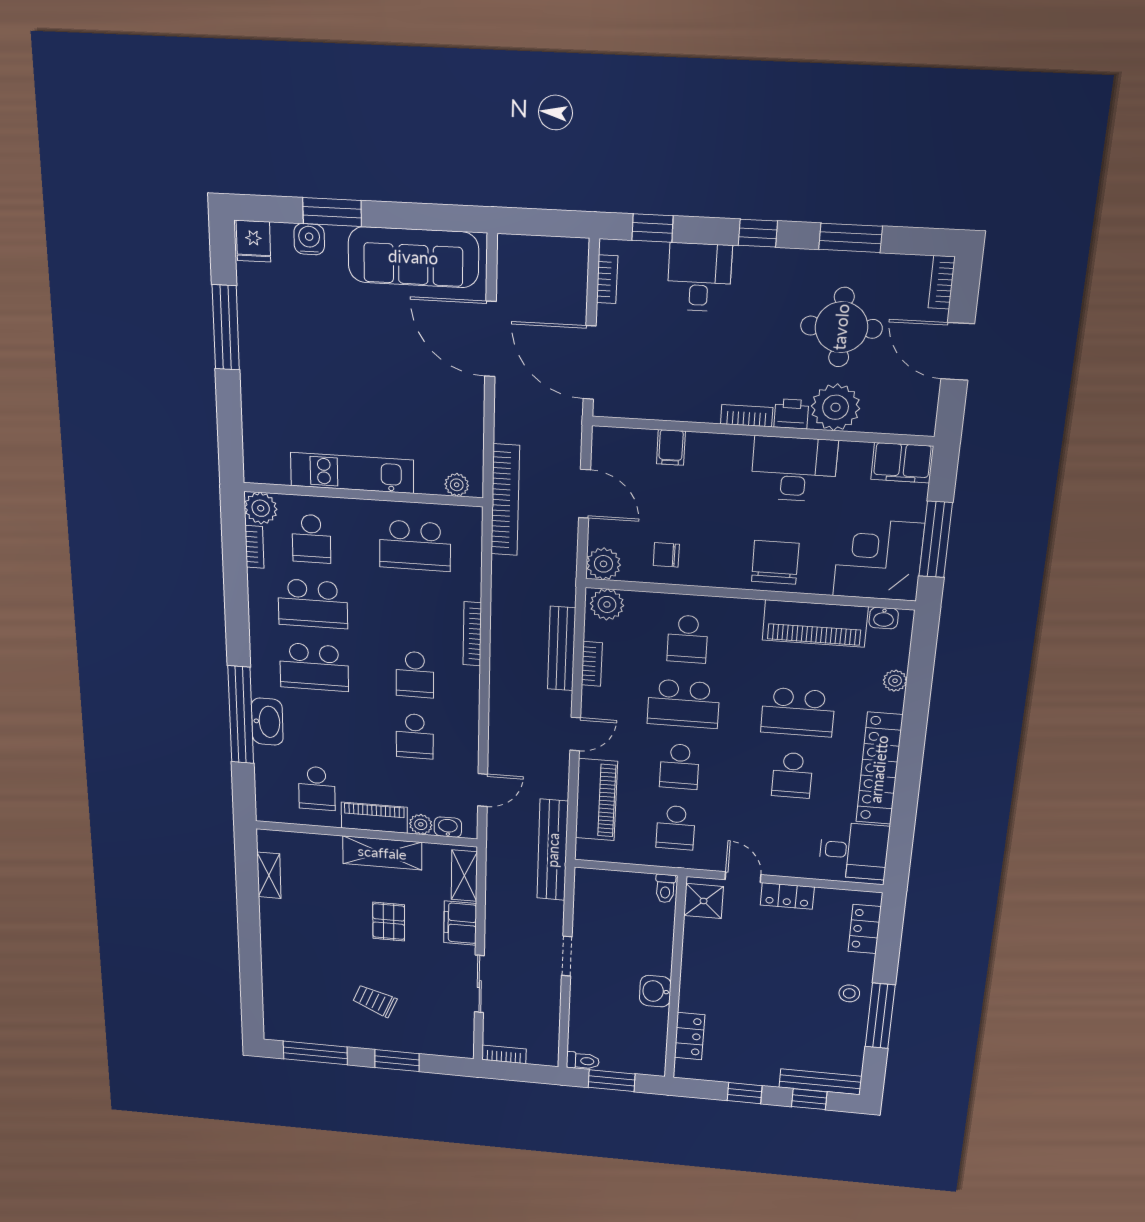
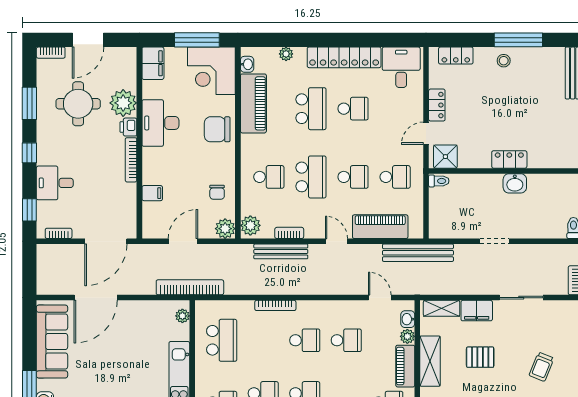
bookcase: (747, 416) -> (131, 160), width x1.56
locker: (689, 1036) -> (509, 159), moved

